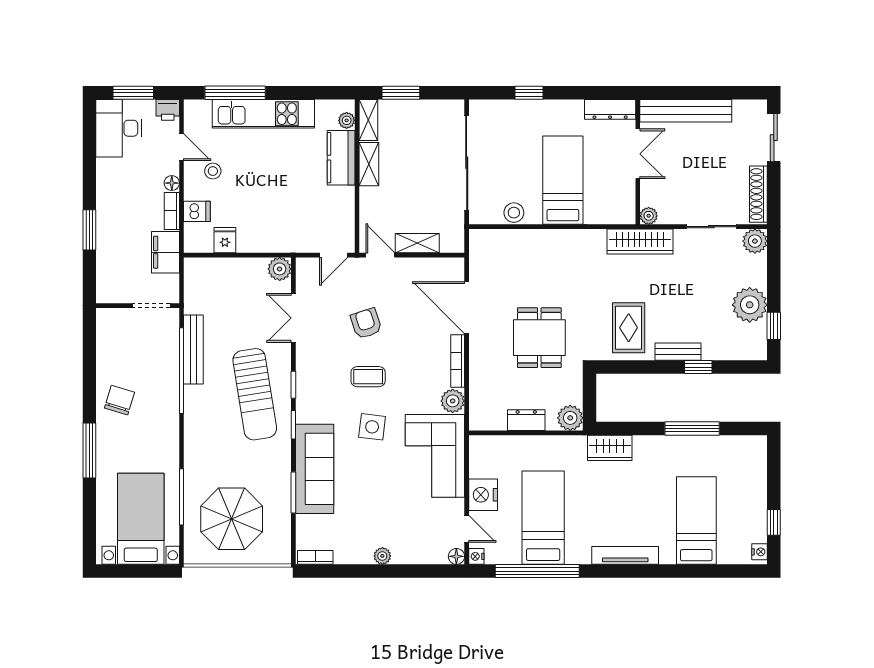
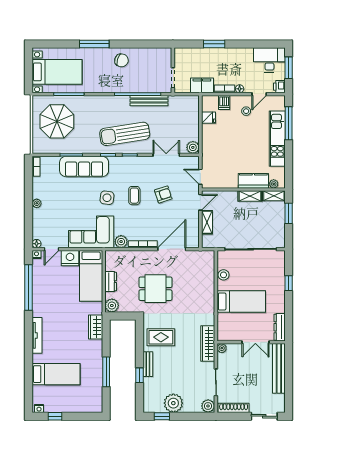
bed: (543, 518) -> (91, 276), moved, turned 90

